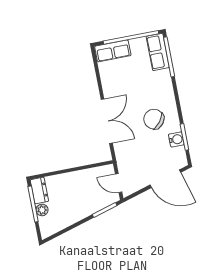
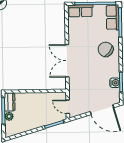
chair: (154, 119) -> (106, 49), moved
double door: (107, 121) -> (67, 61), swing flipped

